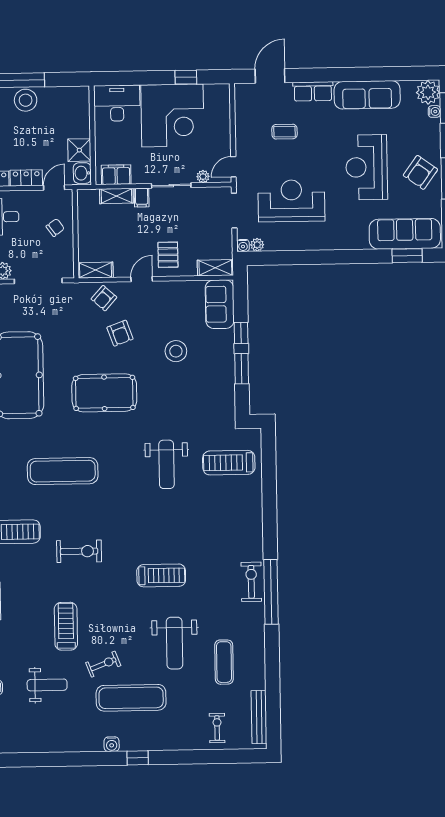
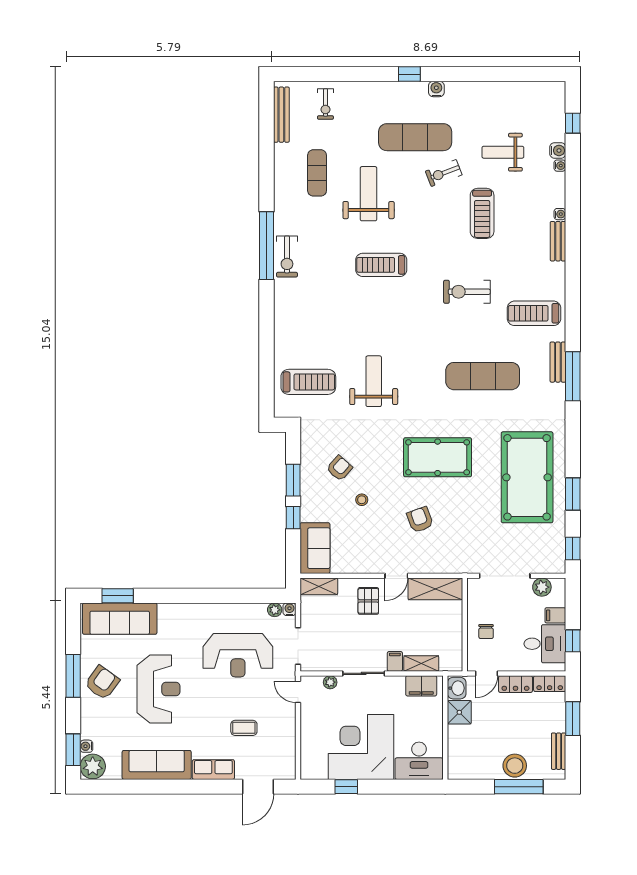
door: (233, 167) -> (298, 692), swing flipped
chair: (55, 228) -> (486, 632), turned -54
shelving: (96, 270) -> (435, 589), width x1.50, depth x1.33
armchair: (104, 298) -> (339, 468), moved
stool: (176, 351) -> (362, 500), width x0.53, depth x0.53

